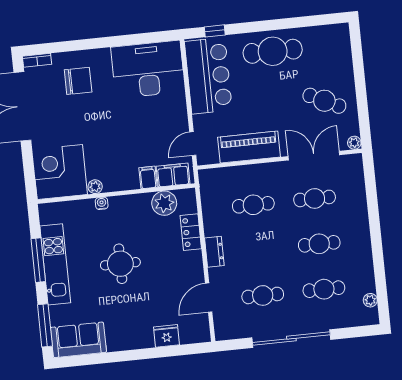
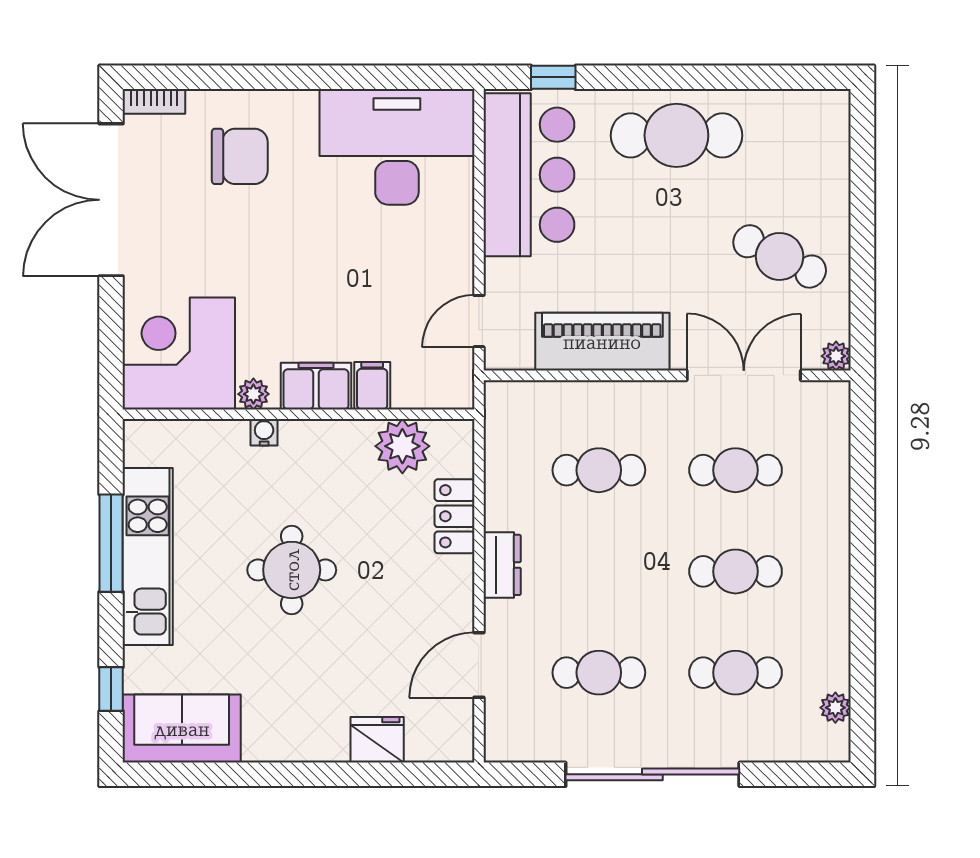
filing cabinet: (173, 175) -> (316, 386), moved
window: (45, 325) -> (111, 689), width x0.46

